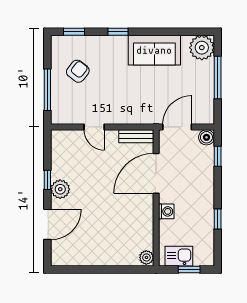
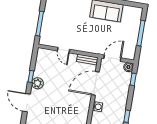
plant: (202, 48) -> (135, 14), removed
armchair: (78, 71) -> (59, 16), removed
door: (47, 224) -> (26, 103), swing flipped

